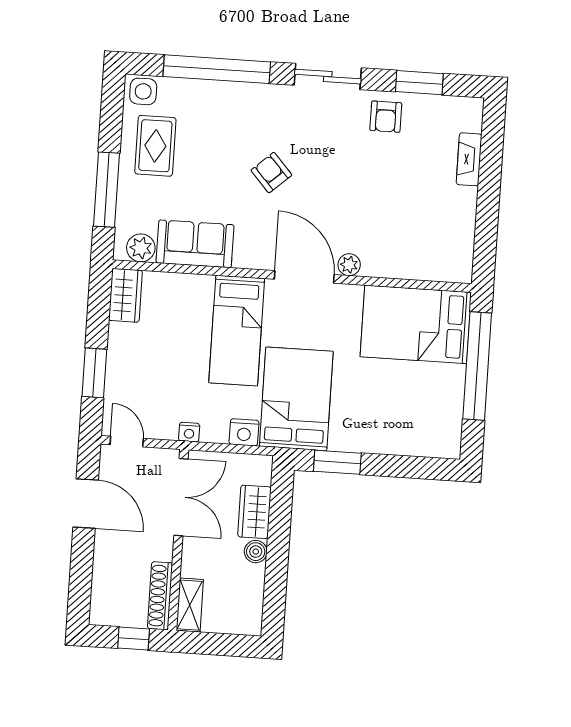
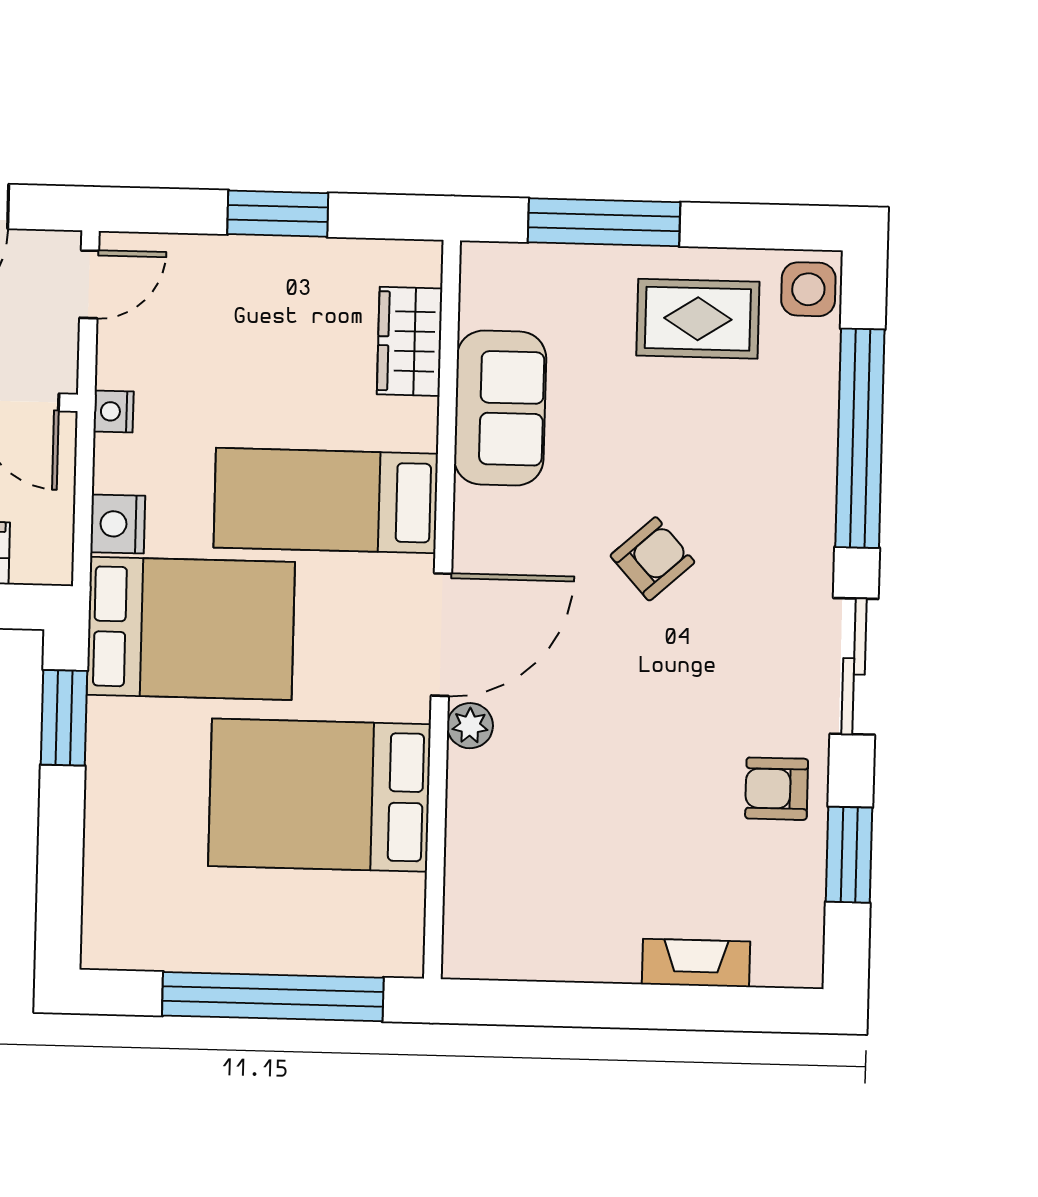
plant: (141, 248) -> (487, 297), removed
wardrobe: (125, 295) -> (410, 341), moved, turned 90
bed: (416, 324) -> (319, 795), moved, turned -90
window: (94, 373) -> (278, 214), moved

